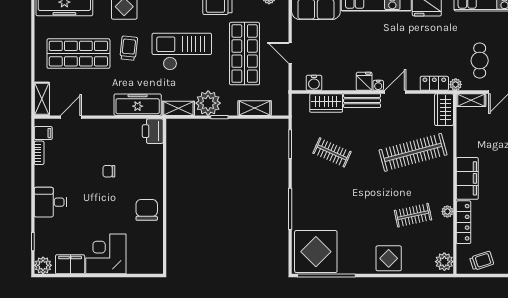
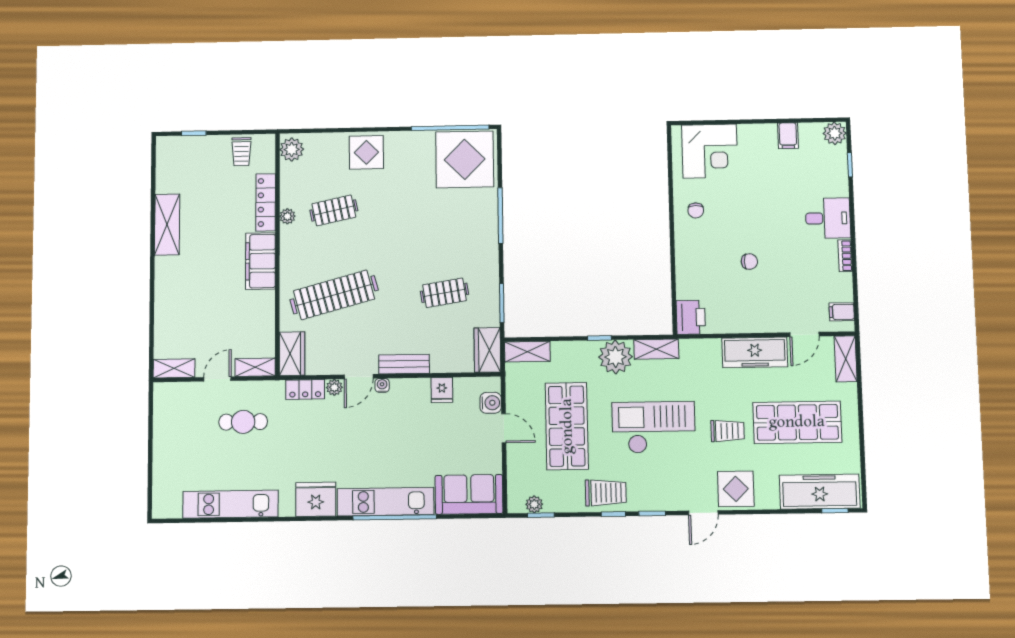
trolley: (129, 48) -> (728, 431), turned -96
checkout: (182, 52) -> (654, 427), turned 180
cafe table: (480, 61) -> (243, 422), turned 90
fridge: (364, 81) -> (442, 390), moved
water cooler: (314, 83) -> (491, 403), moved, turned 90
plant: (456, 84) -> (334, 387), moved
wardrobe: (326, 103) -> (487, 350), moved, turned -90
freezer: (138, 105) -> (755, 352), moved
shelving: (255, 108) -> (527, 352), moved
clothes rail: (332, 152) -> (444, 293), turned -33
bookcase: (39, 153) -> (845, 256), moved
chair: (147, 210) -> (696, 210), width x0.54, depth x0.54
corner desk: (106, 254) -> (710, 151), moved
trolley: (482, 261) -> (241, 152), turned -72
filing cabinet: (70, 264) -> (788, 136), width x0.50

